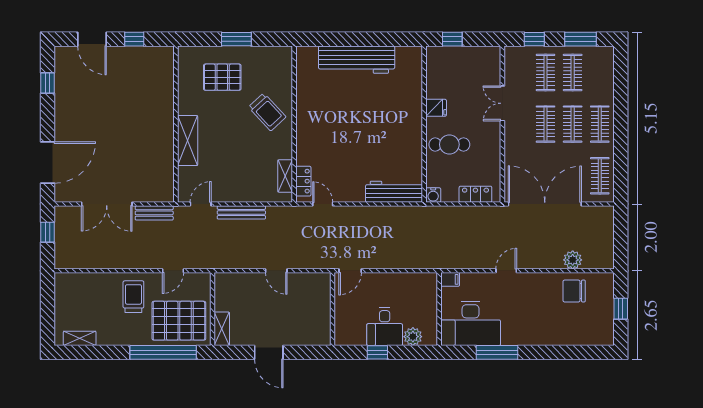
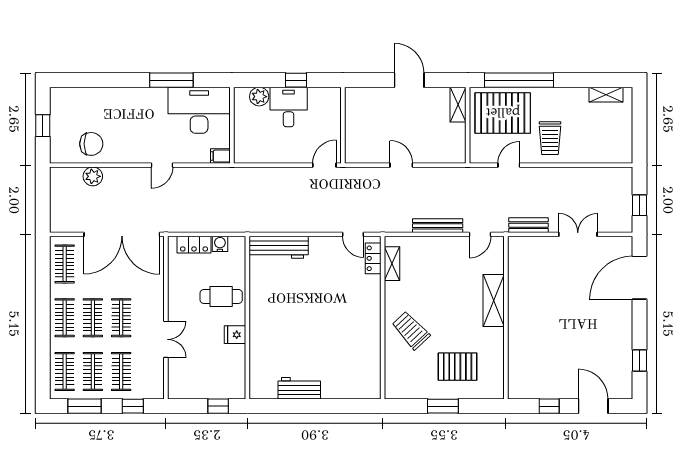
workbench: (357, 60) -> (299, 388), width x0.53, depth x0.76
clothes rail: (600, 72) -> (65, 371), added
water cooler: (433, 195) -> (220, 244), moved
double door: (107, 204) -> (578, 234), width x0.73

